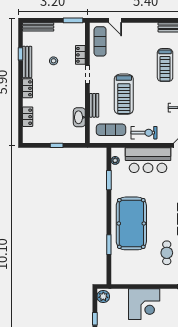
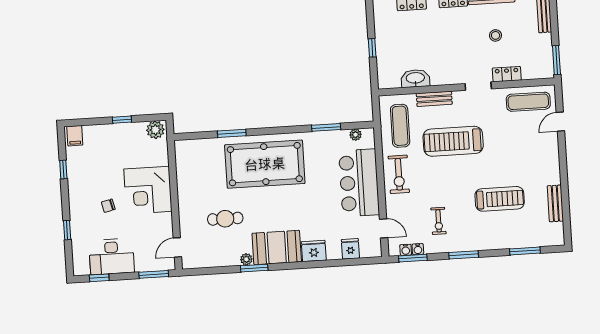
treadmill: (165, 65) -> (500, 199), turned 180

